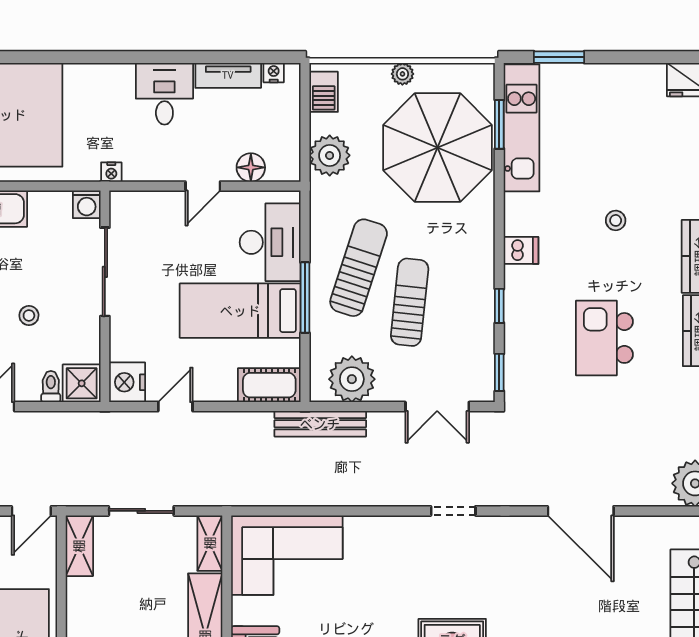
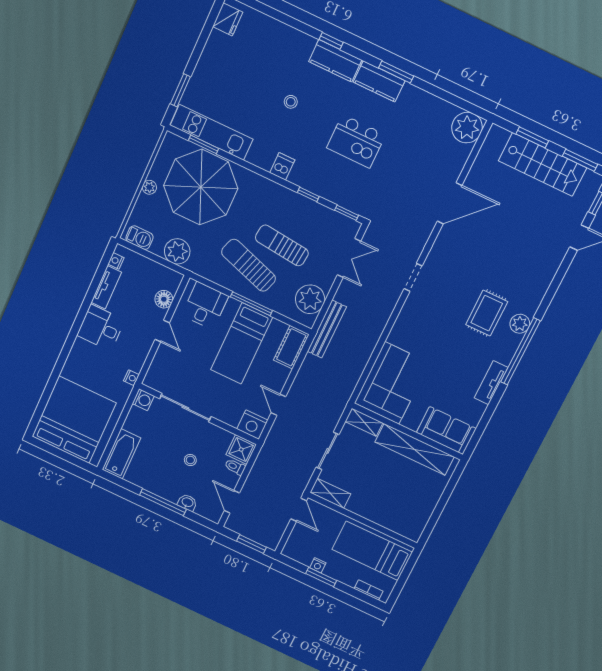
desk: (270, 242) -> (205, 306), width x0.73

